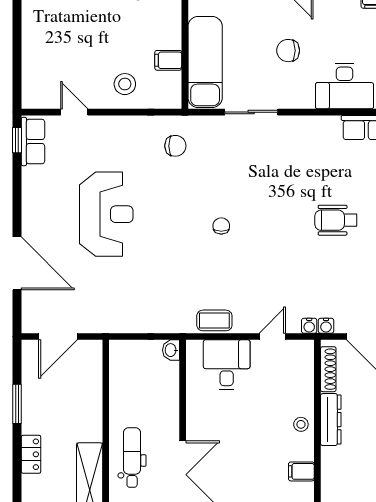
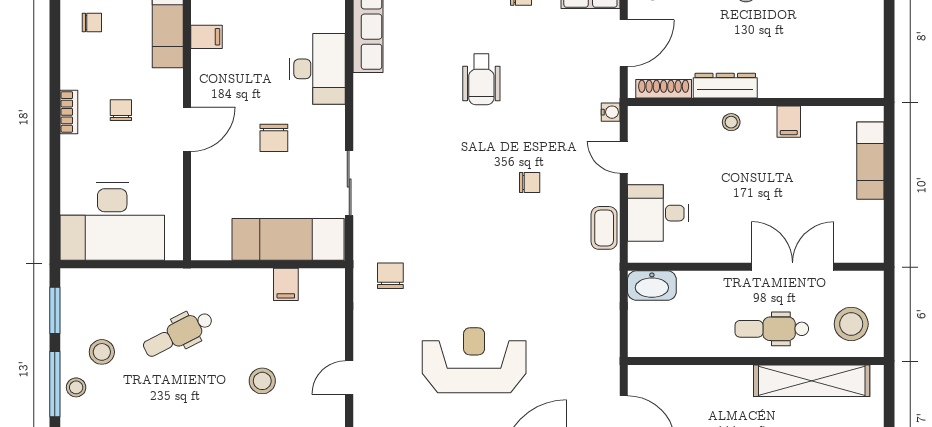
stool: (125, 84) -> (262, 381), moved
door: (74, 112) -> (349, 378), moved
chair: (221, 226) -> (530, 183), moved, turned 180
water cooler: (326, 326) -> (611, 91), removed
washbasin: (171, 350) -> (652, 286), width x1.91, depth x1.45

